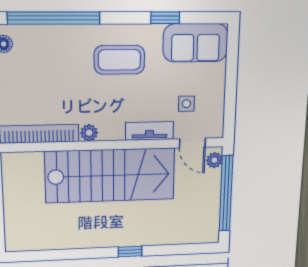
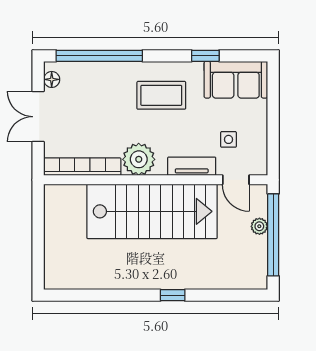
plant: (89, 133) -> (139, 159), width x1.87, depth x1.87
plant: (214, 160) -> (259, 226), moved

